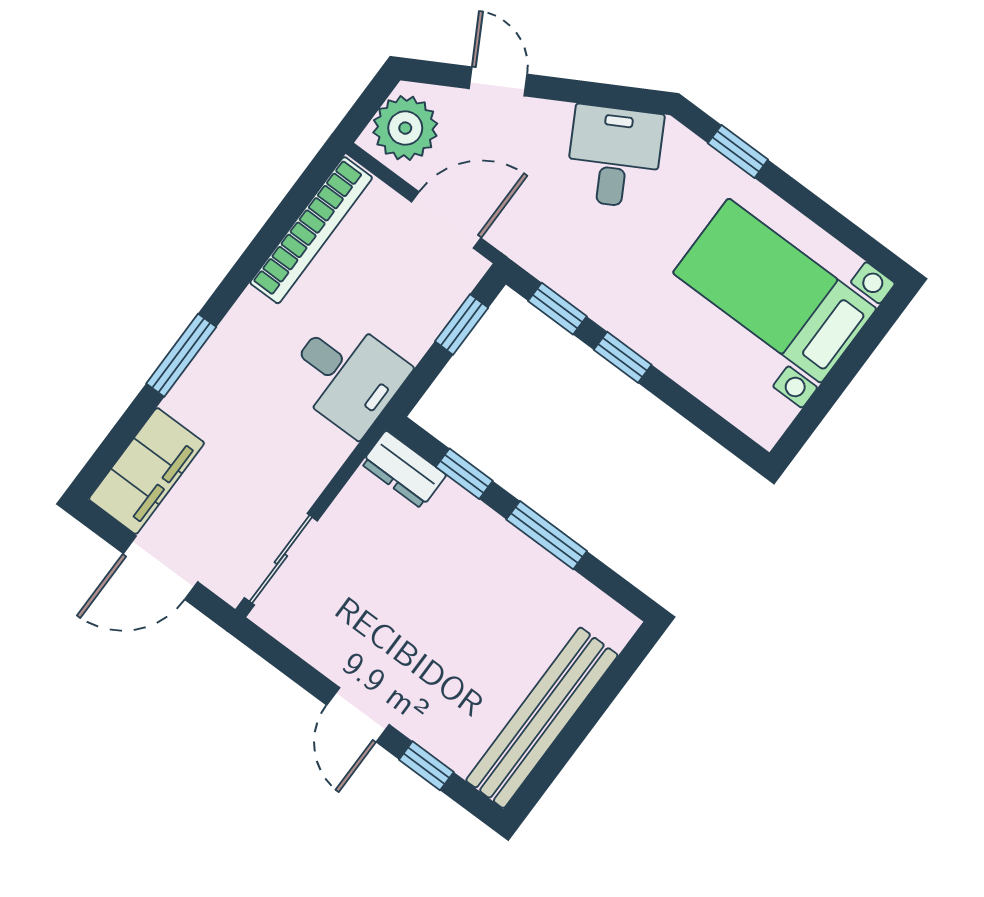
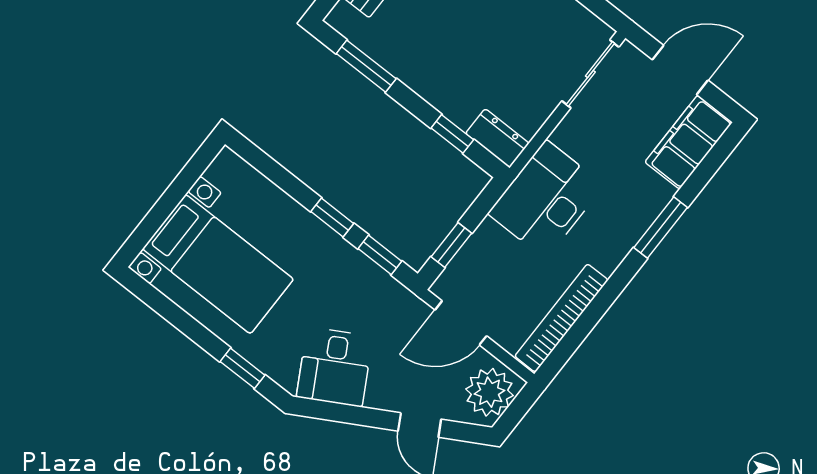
desk: (347, 375) -> (546, 199), width x1.37
window: (547, 535) -> (366, 66), moved

